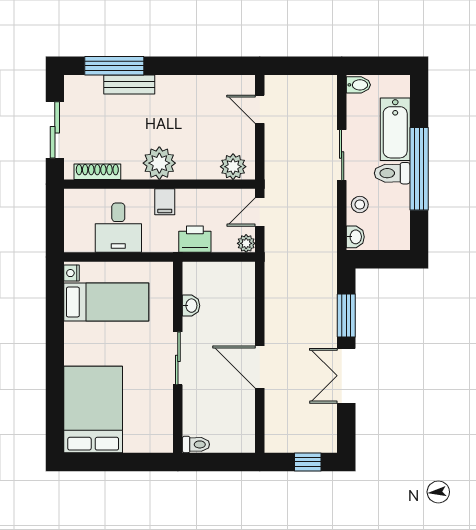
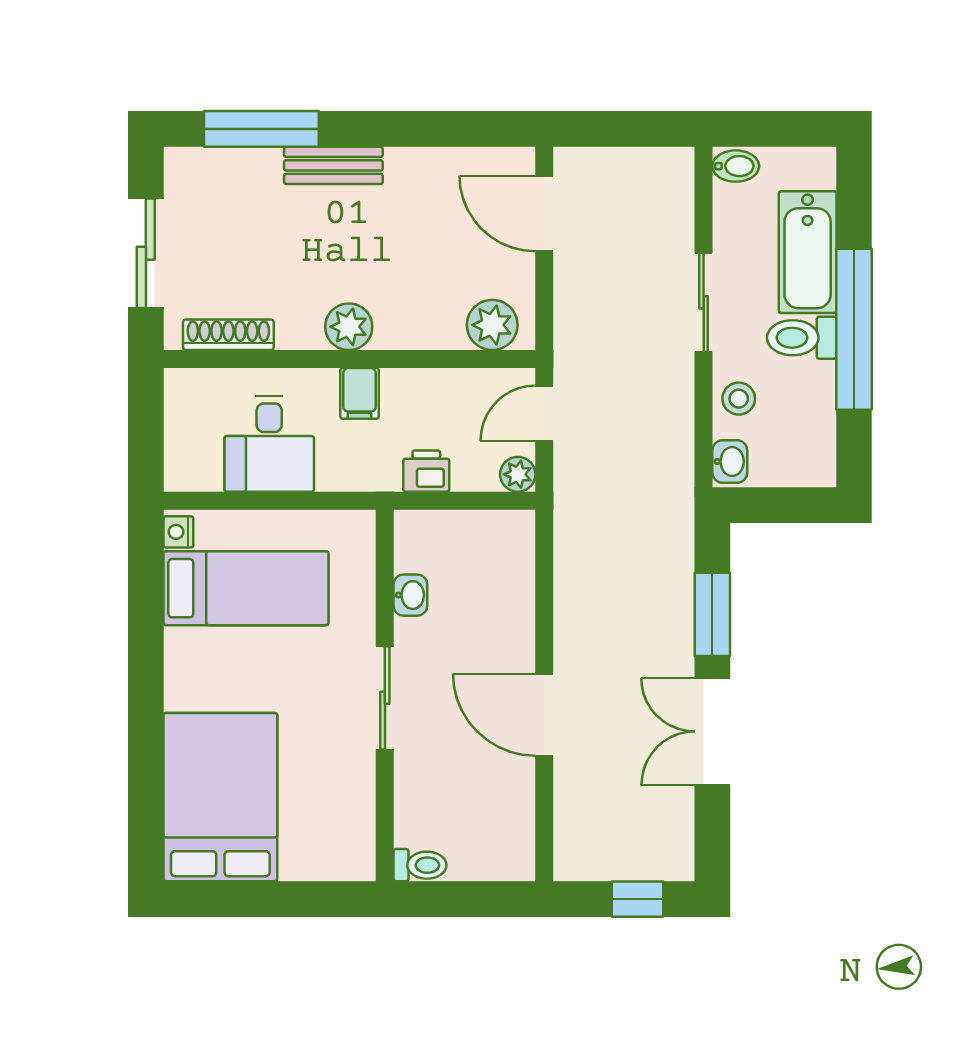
bench: (129, 85) -> (333, 165), moved
door: (260, 109) -> (544, 214), width x1.38
plant: (159, 163) -> (349, 327), width x0.73, depth x0.73
printer: (195, 239) -> (426, 471), width x0.73, depth x0.81

